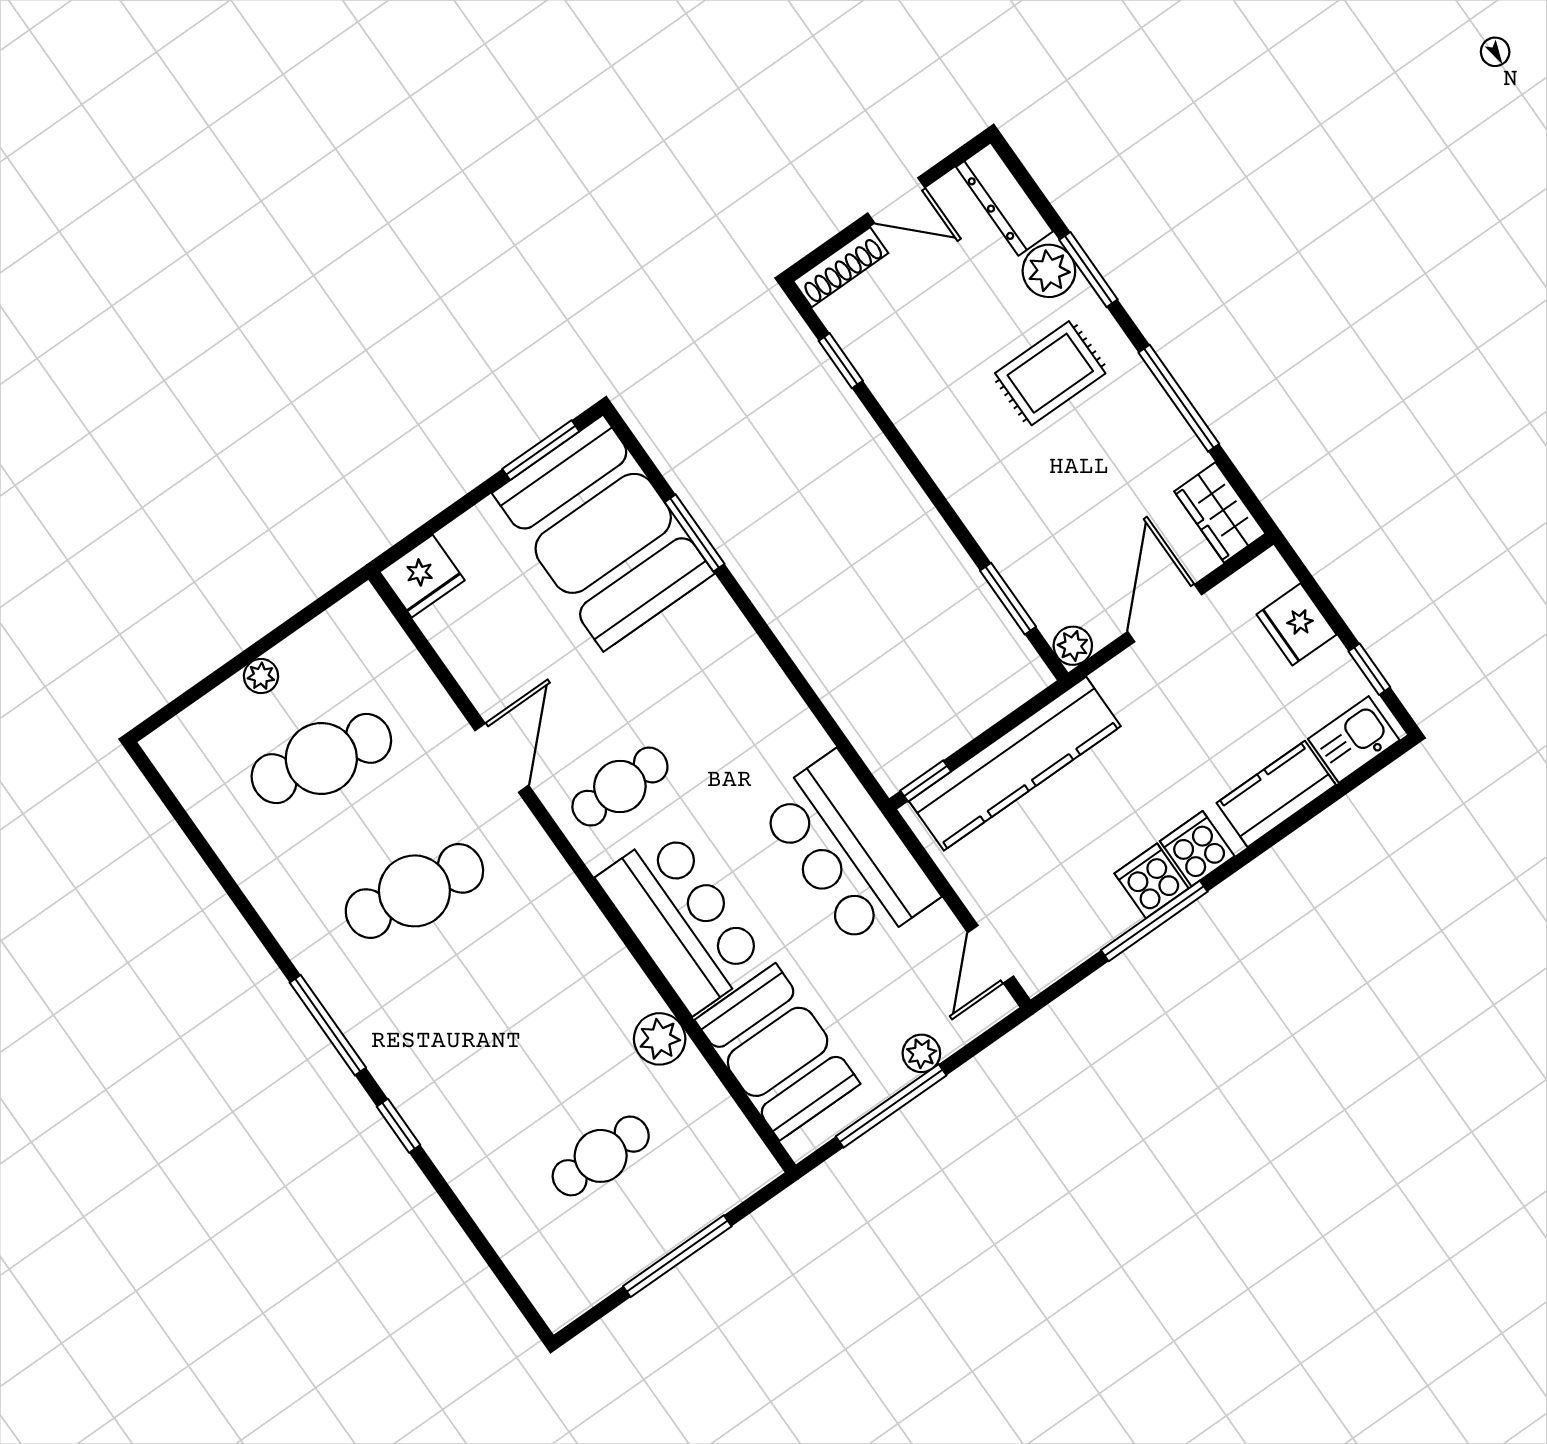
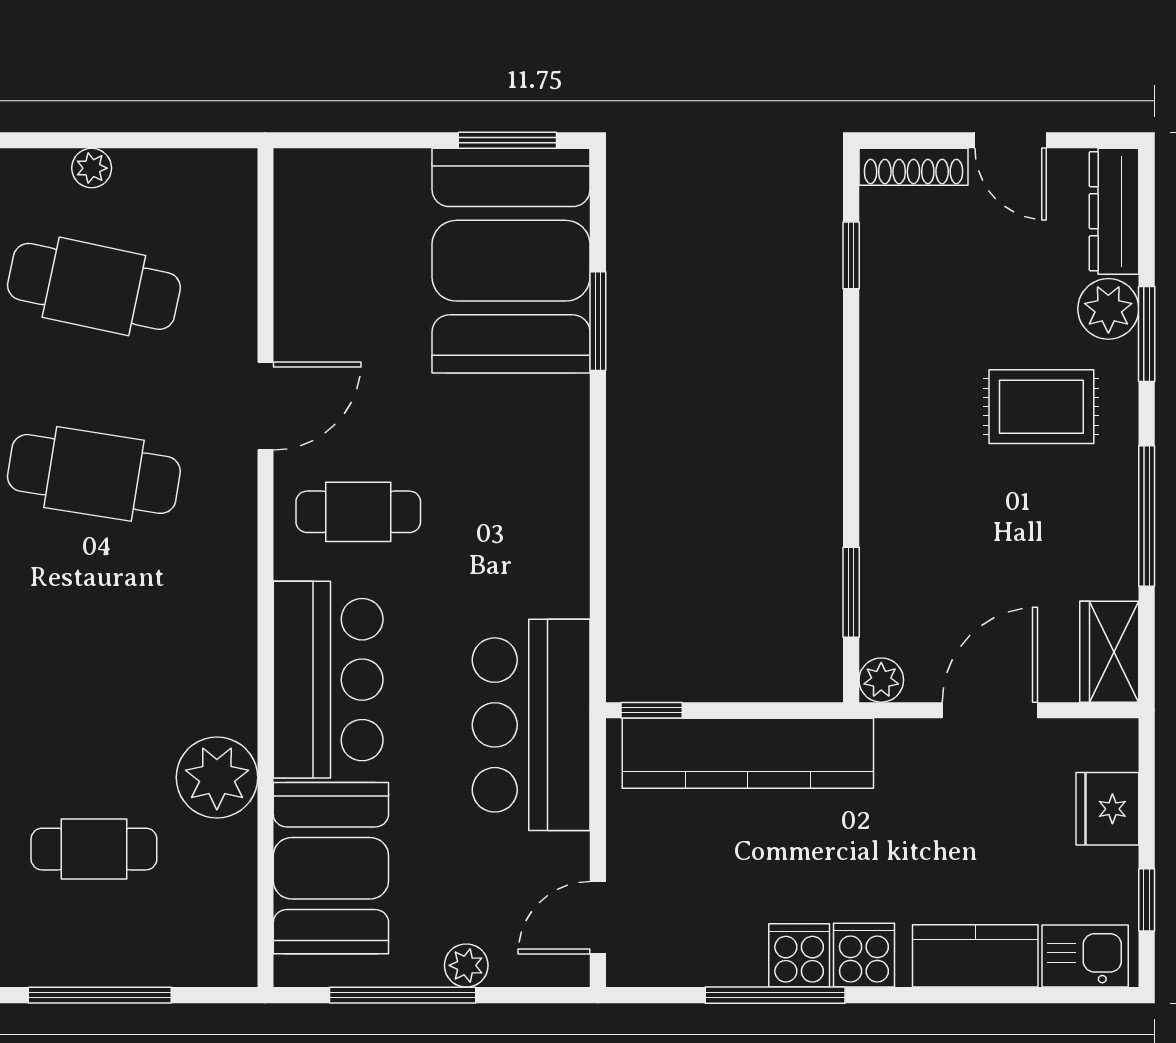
fridge: (422, 576) -> (311, 181), removed
plant: (660, 1039) -> (217, 777), width x1.36, depth x1.36

